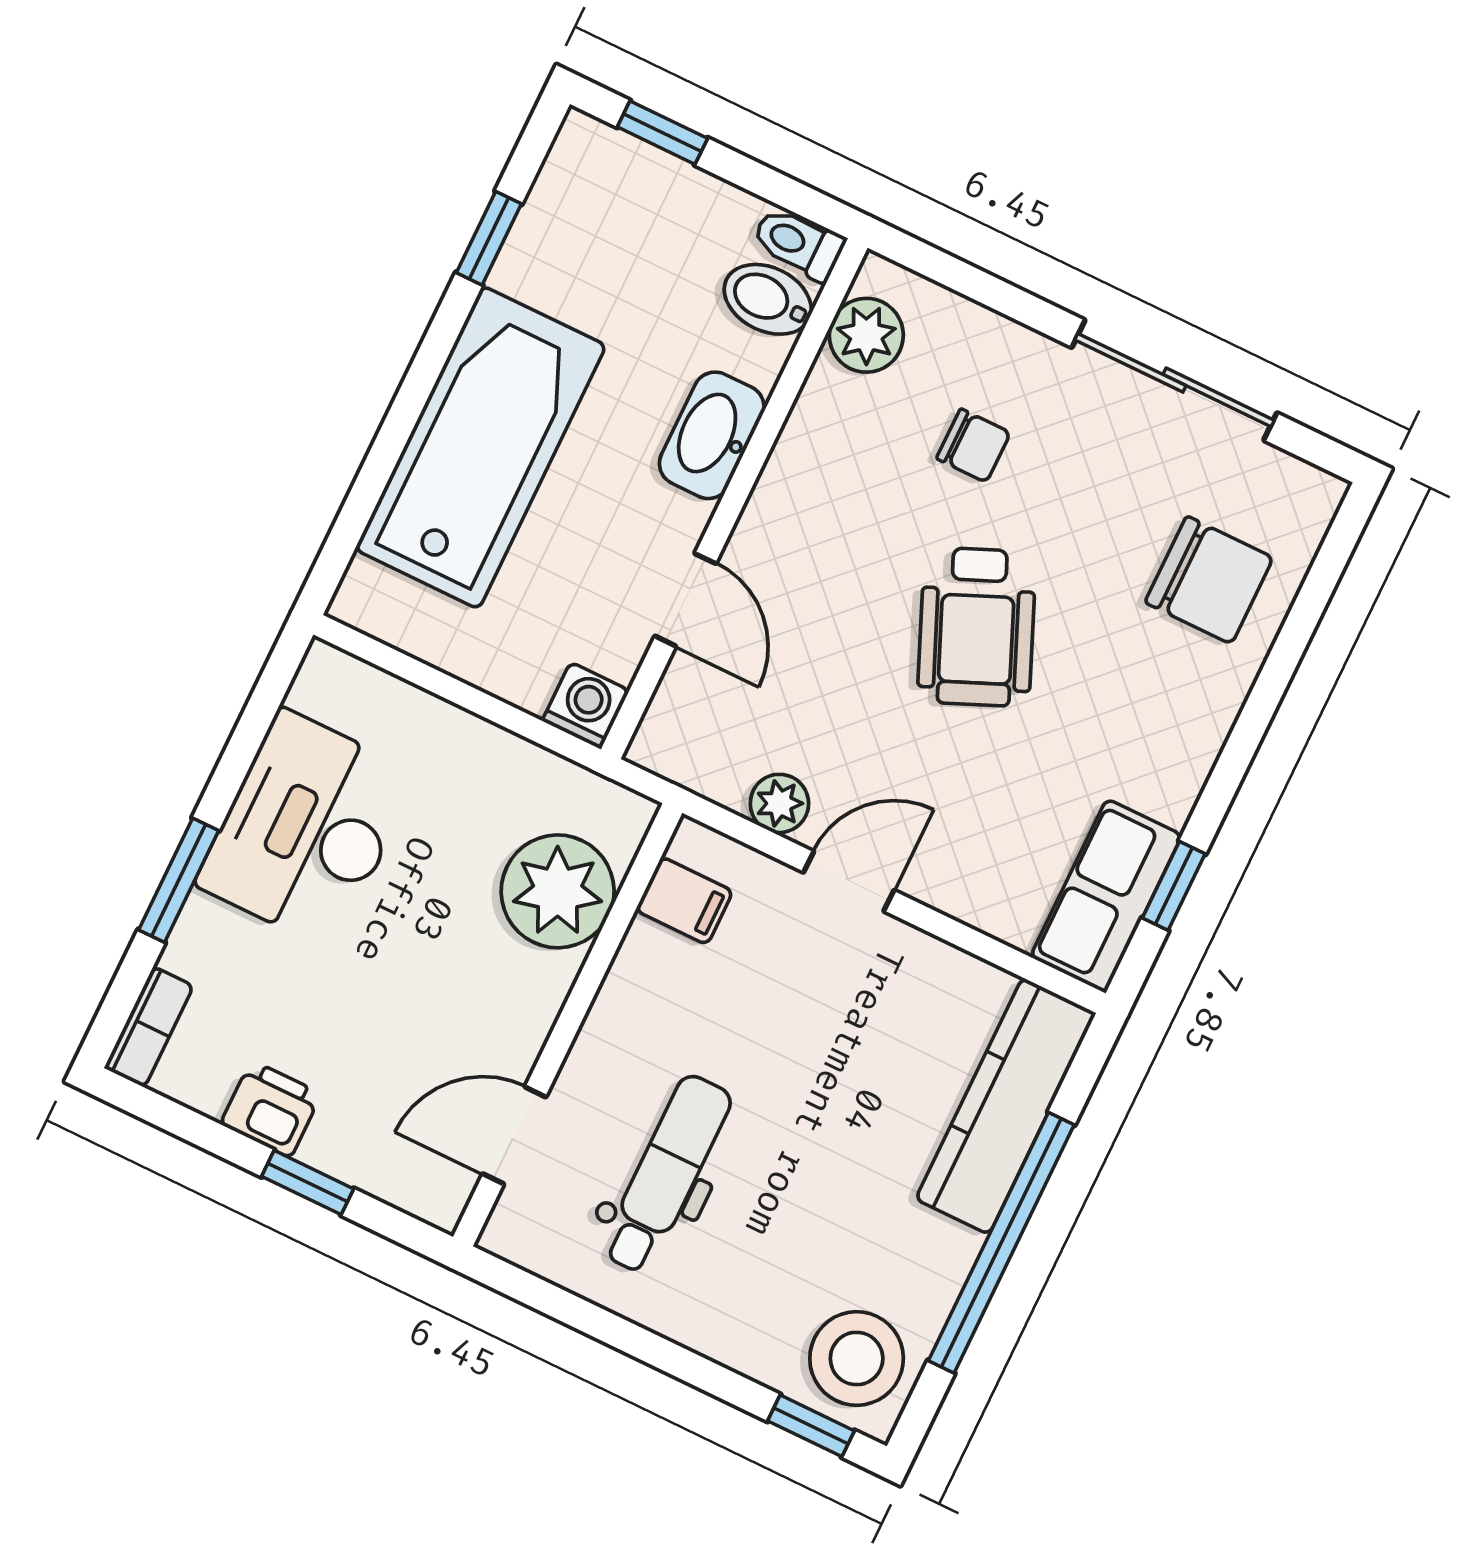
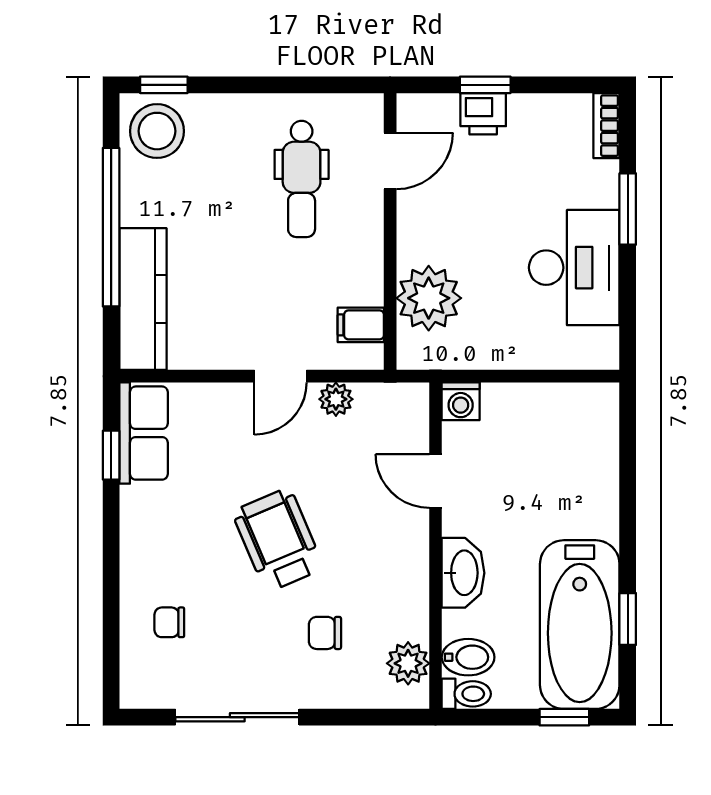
bathtub: (481, 447) -> (580, 625), moved
chair: (1209, 580) -> (169, 622), width x0.54, depth x0.54
printer: (271, 1109) -> (483, 114), moved

